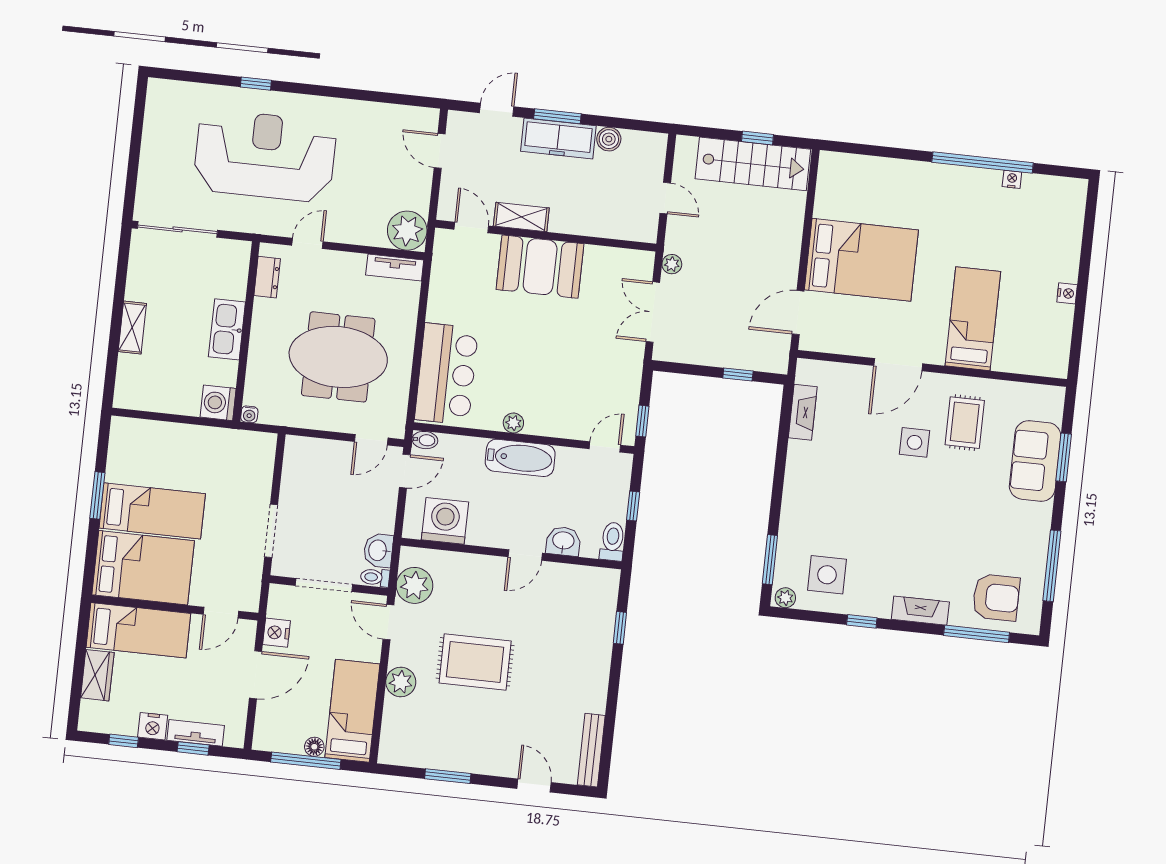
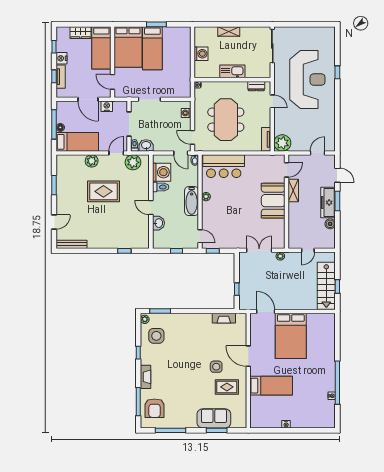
washing machine: (218, 403) -> (201, 54), moved, turned 90
washing machine: (312, 448) -> (186, 113), added
toilet: (612, 541) -> (161, 187), moved
rug: (475, 662) -> (103, 191), turned 90

